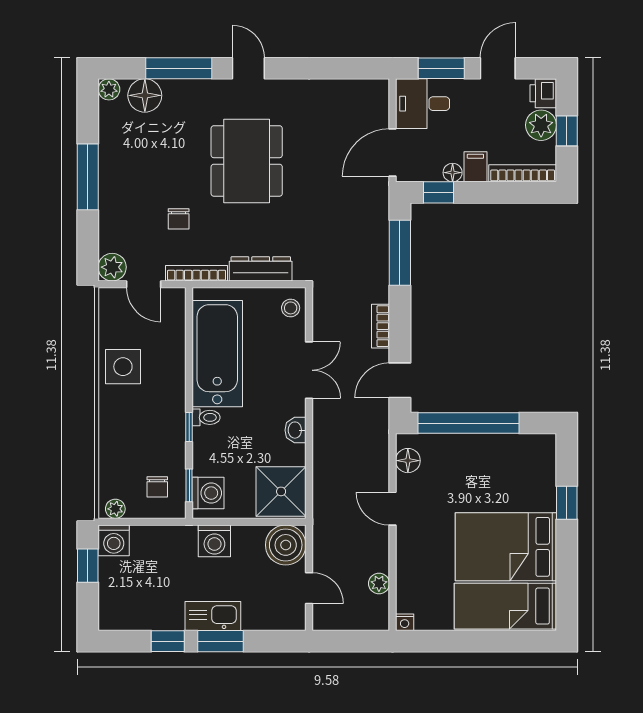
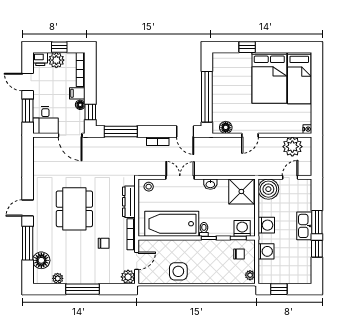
plant: (109, 89) -> (58, 278), moved
dining table: (247, 161) -> (74, 209), turned 90
washing machine: (114, 540) -> (266, 251), moved
plant: (379, 584) -> (292, 147), width x1.88, depth x1.88

